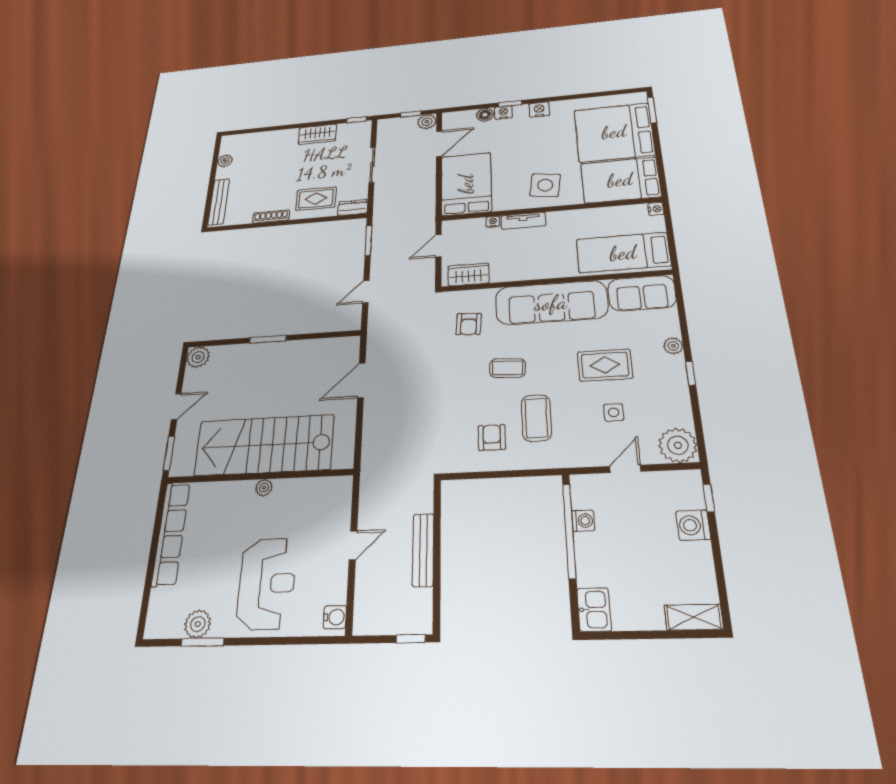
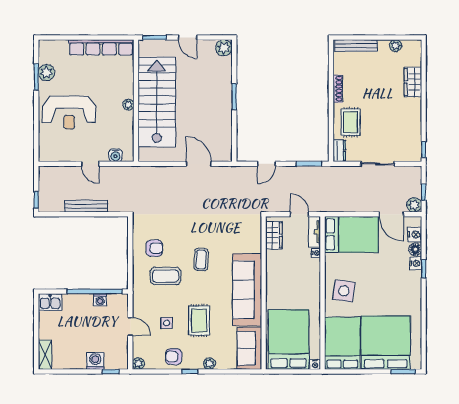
nightstand: (539, 110) -> (415, 234), moved
wardrobe: (317, 134) -> (413, 82), moved
tv unit: (523, 221) -> (315, 232), moved
bed: (623, 253) -> (289, 339), width x1.50
door: (366, 292) -> (266, 164), swing flipped
armchair: (469, 324) -> (174, 357), moved
plant: (678, 445) -> (138, 364), width x0.53, depth x0.53
water cooler: (335, 617) -> (115, 155), moved

